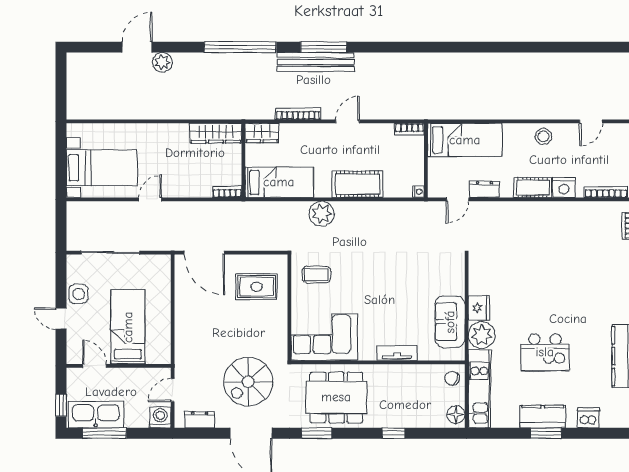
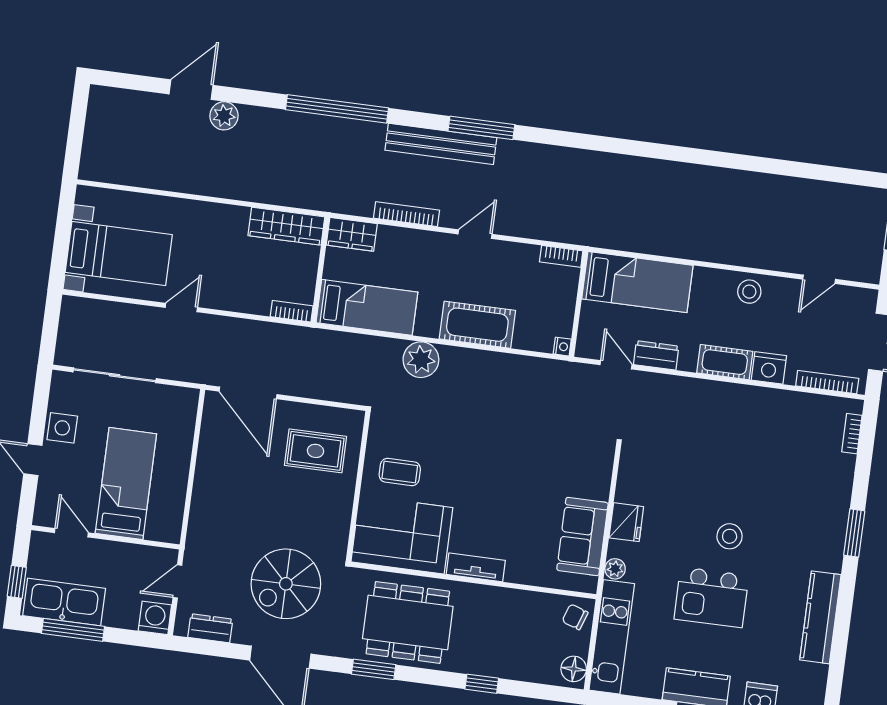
window: (324, 47) -> (481, 128), moved
door: (457, 199) -> (616, 365), swing flipped
coffee table: (316, 275) -> (400, 472), moved
stool: (552, 308) -> (730, 536), added
plant: (482, 335) -> (615, 569), width x0.53, depth x0.53
tv unit: (397, 353) -> (476, 567), moved

